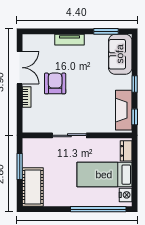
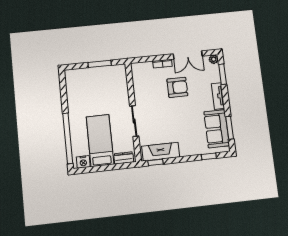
window: (46, 31) -> (223, 74), added
plant: (28, 39) -> (214, 59), added
sofa: (120, 54) -> (217, 129), moved, turned -90
window: (135, 84) -> (209, 156), moved
sliding door: (69, 135) -> (134, 121), moved
cot: (33, 187) -> (82, 77), removed

